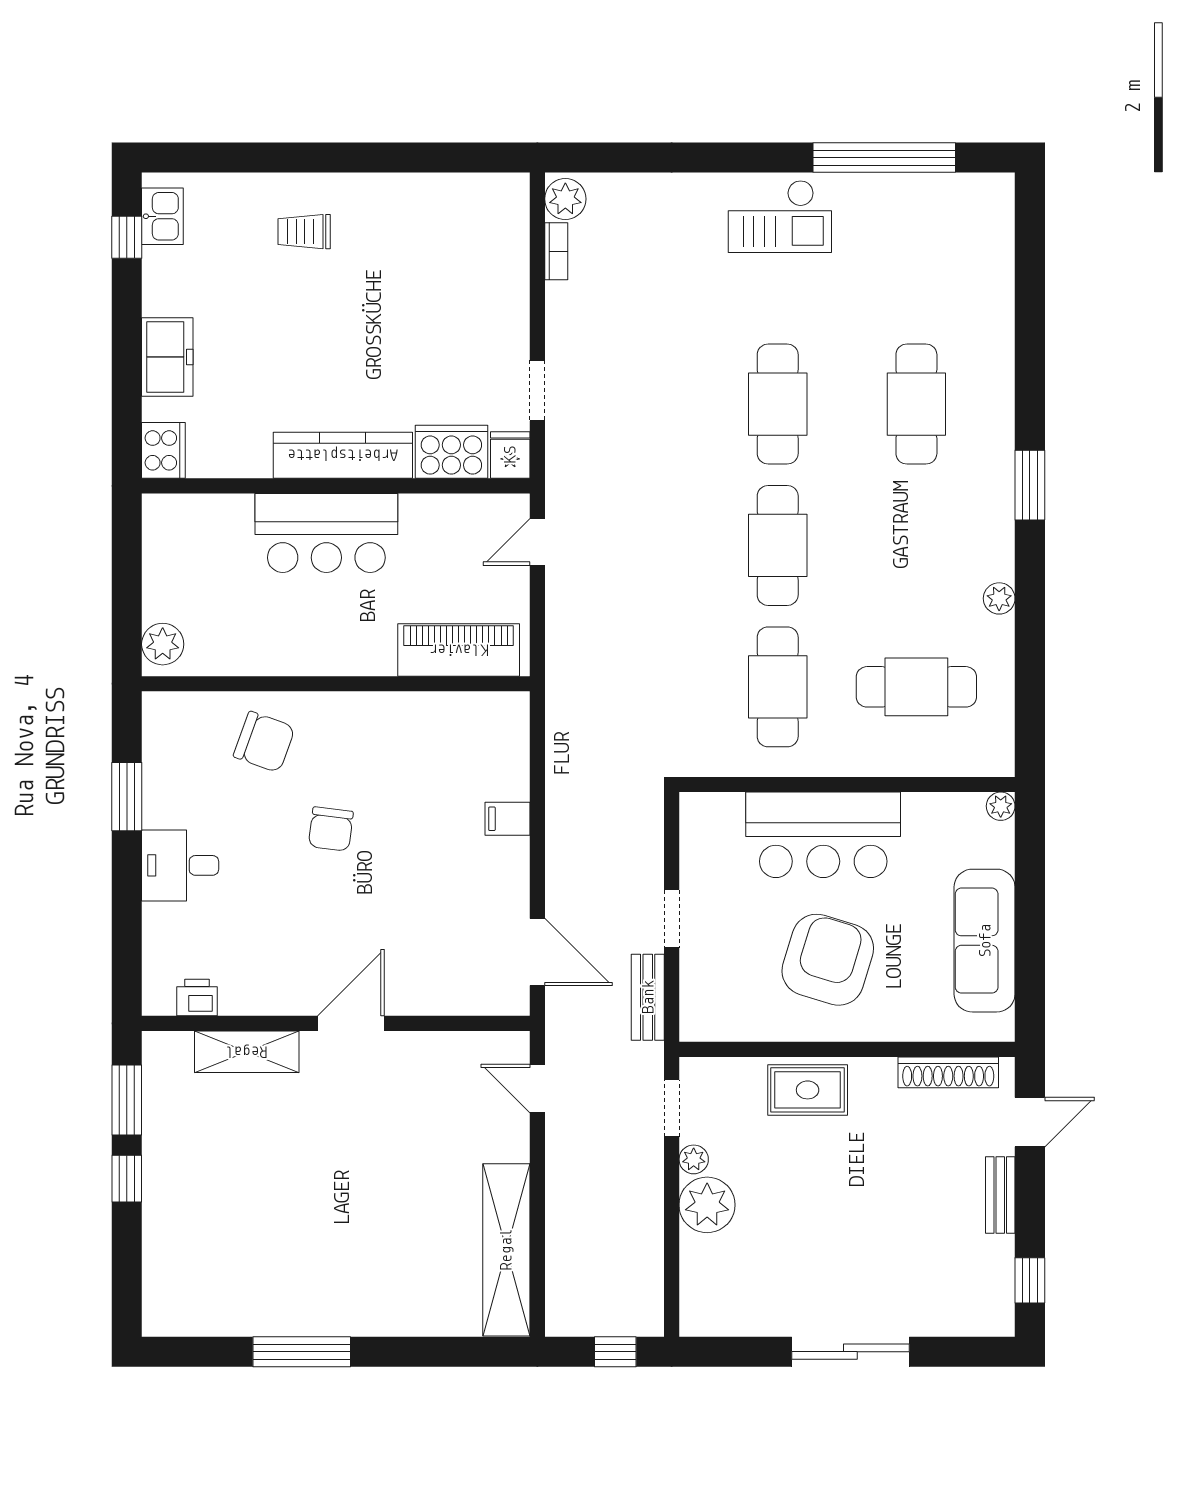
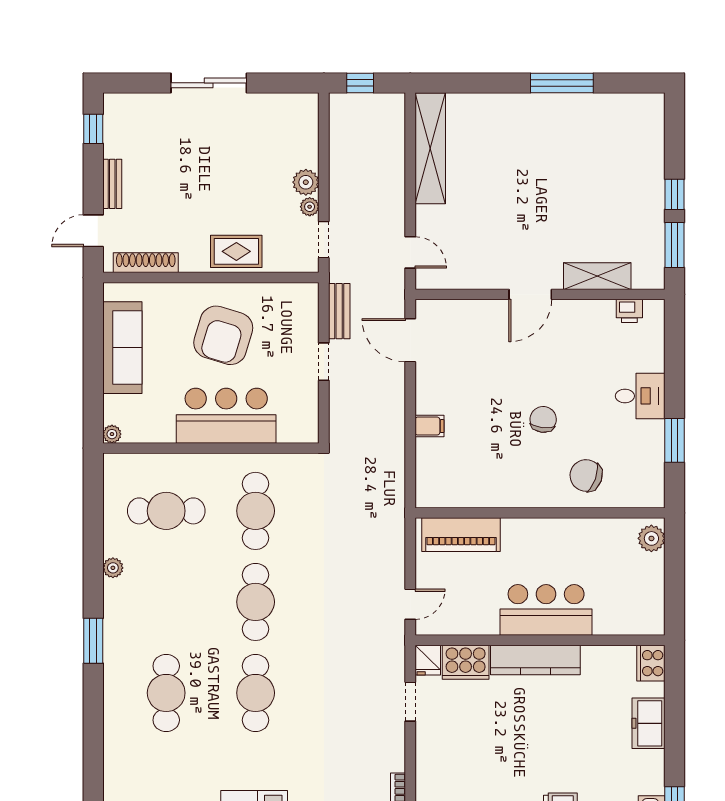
plant: (707, 1205) -> (306, 182), width x0.73, depth x0.73

